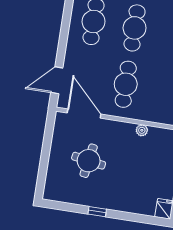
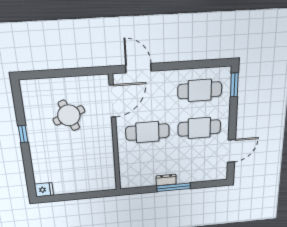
plant: (142, 130) -> (109, 155), removed
round table: (89, 161) -> (69, 115), turned -31

